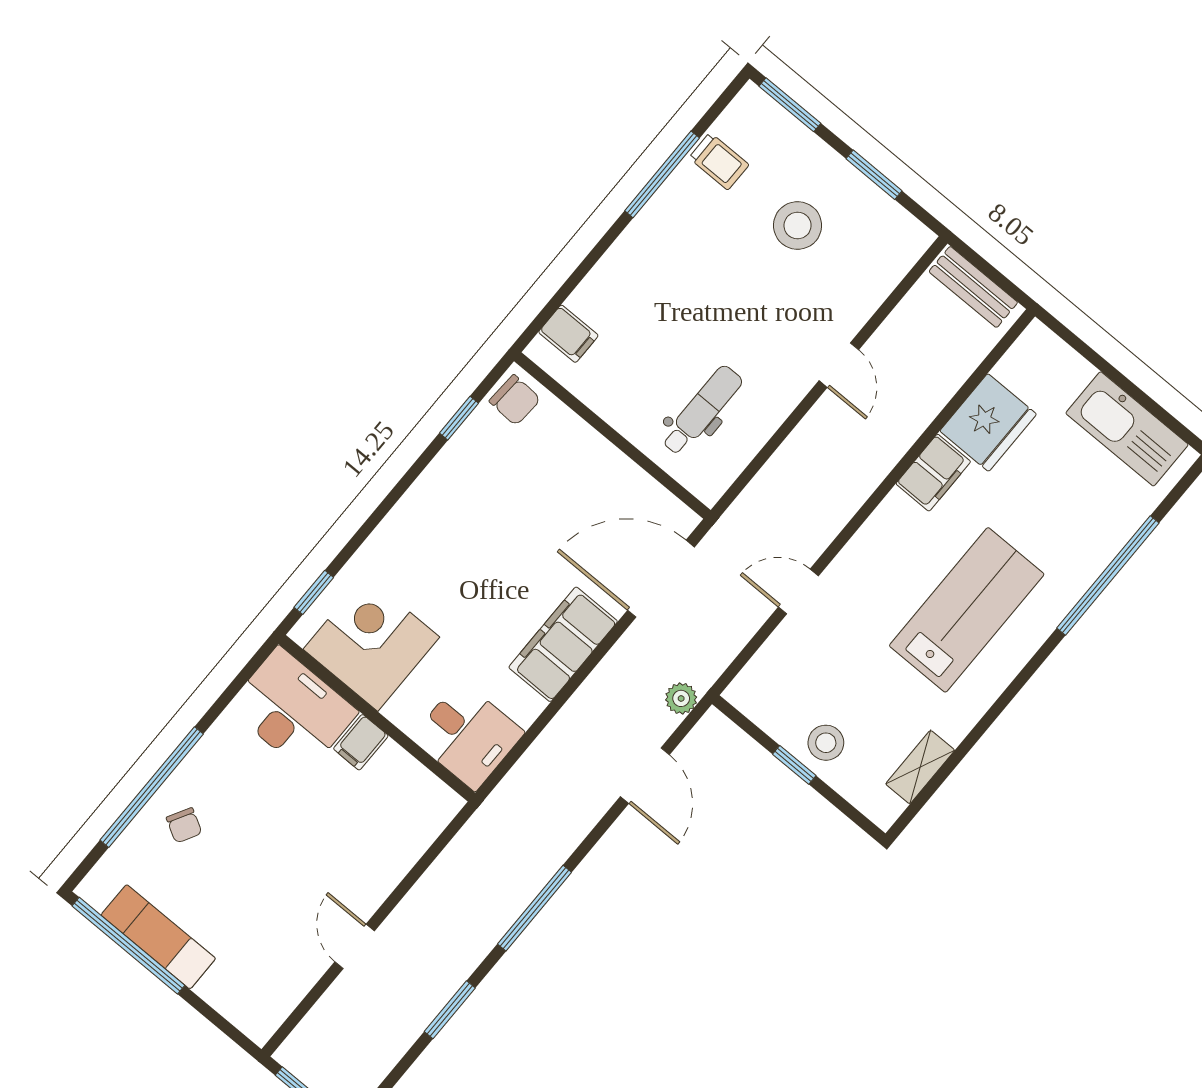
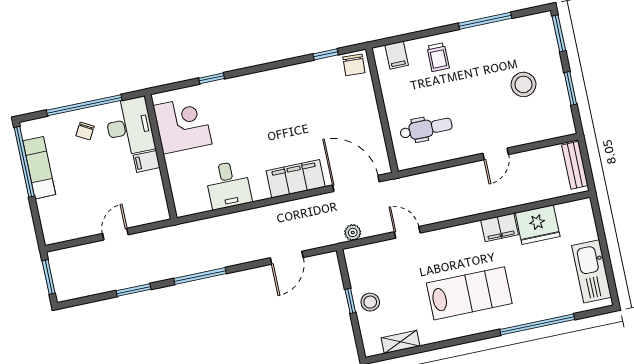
trolley: (719, 161) -> (438, 57), moved
corner desk: (371, 643) -> (182, 125), moved
plant: (681, 698) -> (353, 232), moved
desk: (293, 710) -> (129, 127), moved
wall: (377, 718) -> (161, 157), moved
filing cabinet: (361, 742) -> (147, 161), moved

